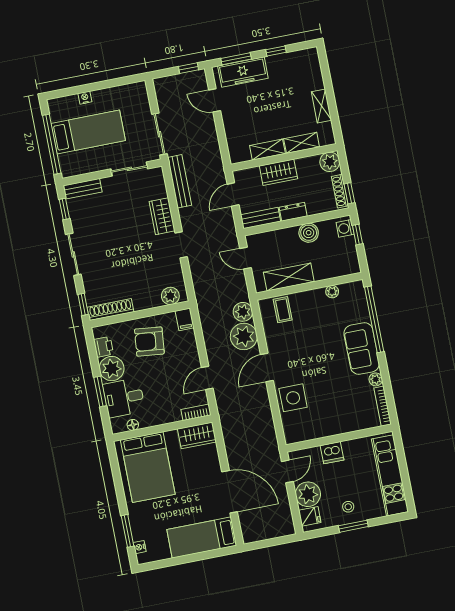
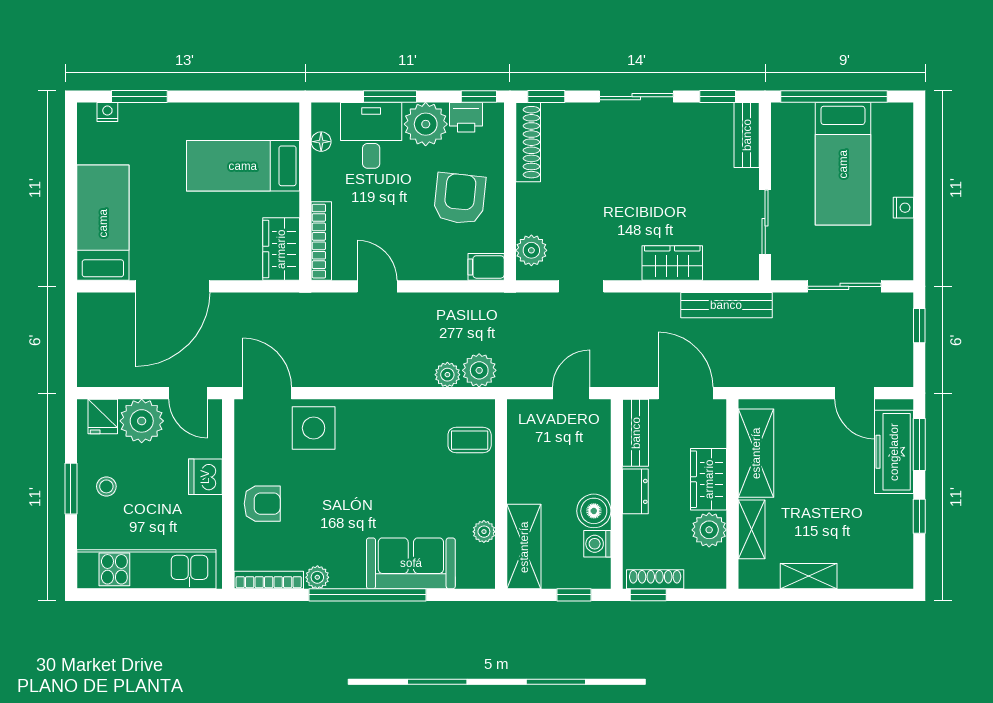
window: (189, 68) -> (919, 326), moved
nightstand: (85, 98) -> (903, 208), moved
door: (215, 100) -> (855, 393), swing flipped
sliding door: (159, 134) -> (844, 286), moved
shelving: (267, 150) -> (756, 453), width x1.50, depth x1.33
plant: (330, 162) -> (709, 530), moved
door: (233, 195) -> (686, 393), width x1.38
washing machine: (345, 228) -> (597, 544), moved, turned -90
doorway: (181, 245) -> (581, 286), moved
shelving: (289, 277) -> (524, 547), moved
window: (374, 319) -> (367, 595), moved
plant: (244, 336) -> (447, 375), width x0.53, depth x0.53
window: (90, 342) -> (479, 97), added
sofa: (362, 349) -> (411, 563), moved
door: (267, 368) -> (267, 393), moved
bookcase: (196, 412) -> (321, 241), width x1.56
armchair: (341, 418) -> (262, 504), added
bed: (148, 467) -> (243, 166), width x0.67

